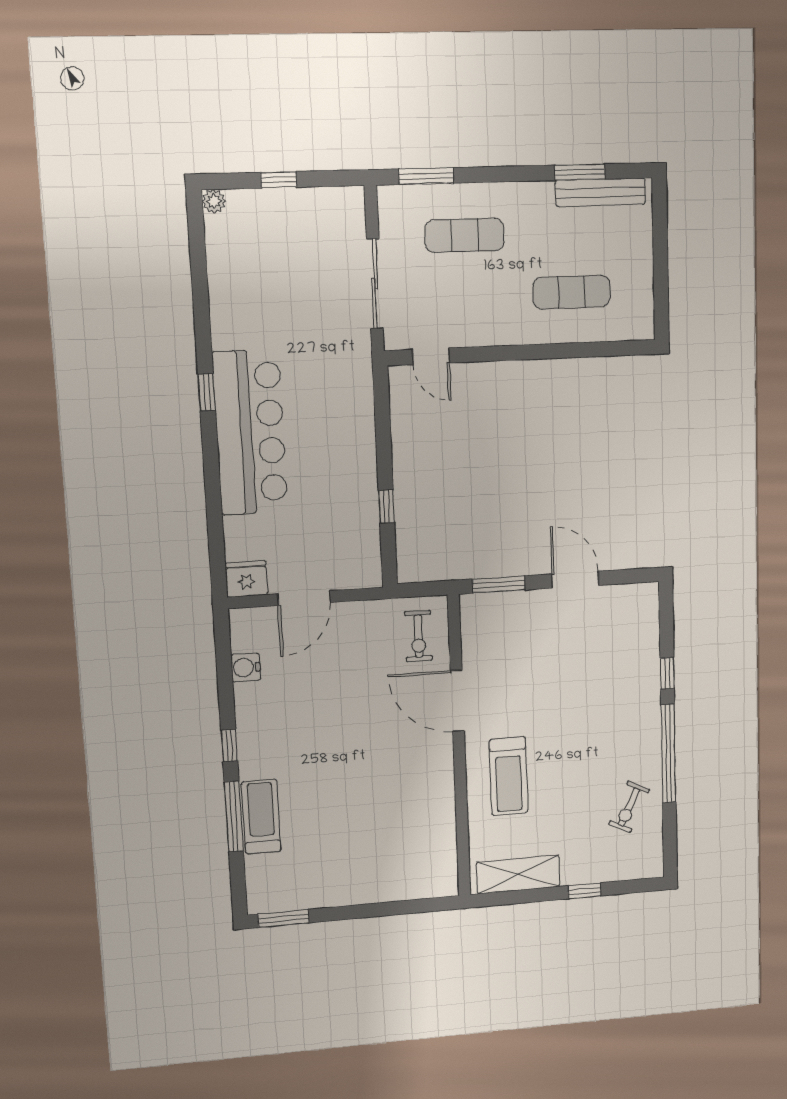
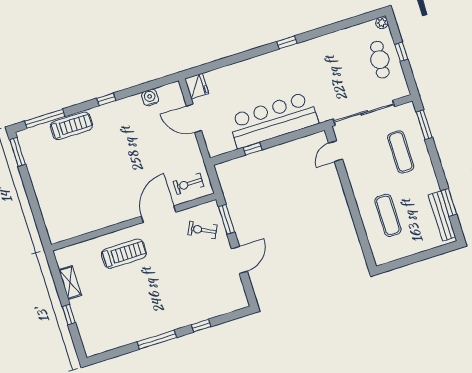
cafe table: (283, 225) -> (380, 60), added
sliding door: (375, 284) -> (364, 113), width x1.36
bar counter: (250, 432) -> (273, 120), moved, turned 180
window: (668, 754) -> (157, 340), width x0.68
treadmill: (509, 776) -> (124, 254), turned 180
exercise bike: (629, 807) -> (202, 230), moved
window: (234, 816) -> (45, 119), moved
shelving: (518, 874) -> (70, 283), width x0.67, depth x0.75

